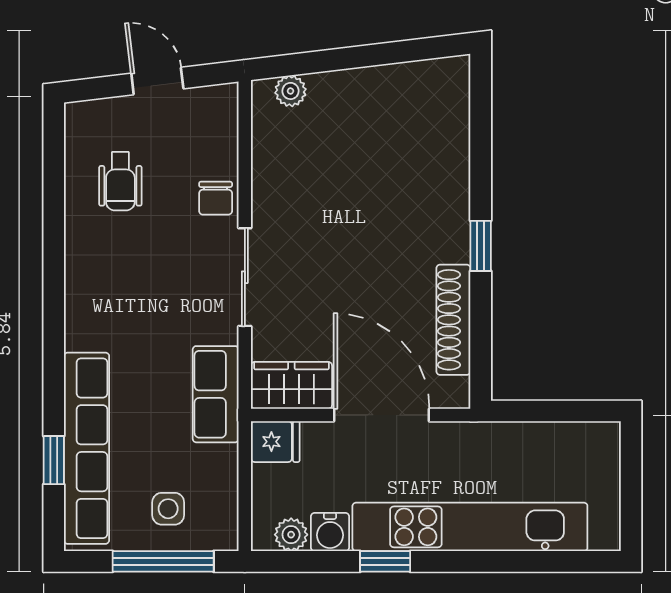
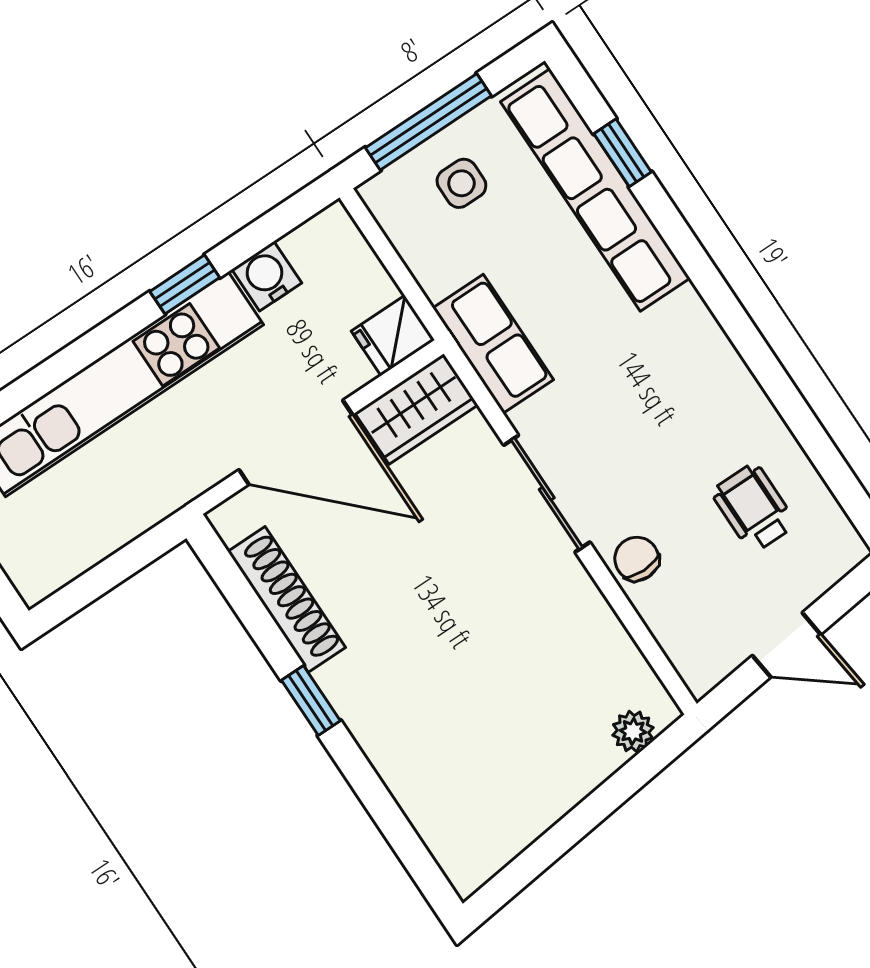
plant: (291, 535) -> (308, 245), removed

